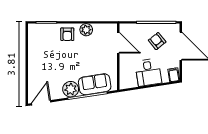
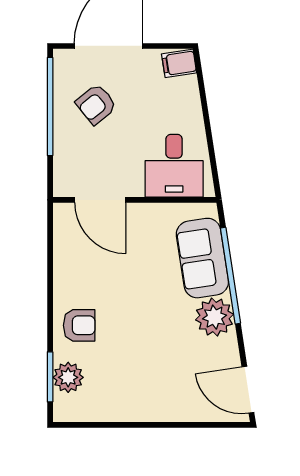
plant: (86, 30) -> (68, 377), moved
door: (118, 43) -> (100, 200), swing flipped
desk: (148, 72) -> (174, 166), moved, turned 99

